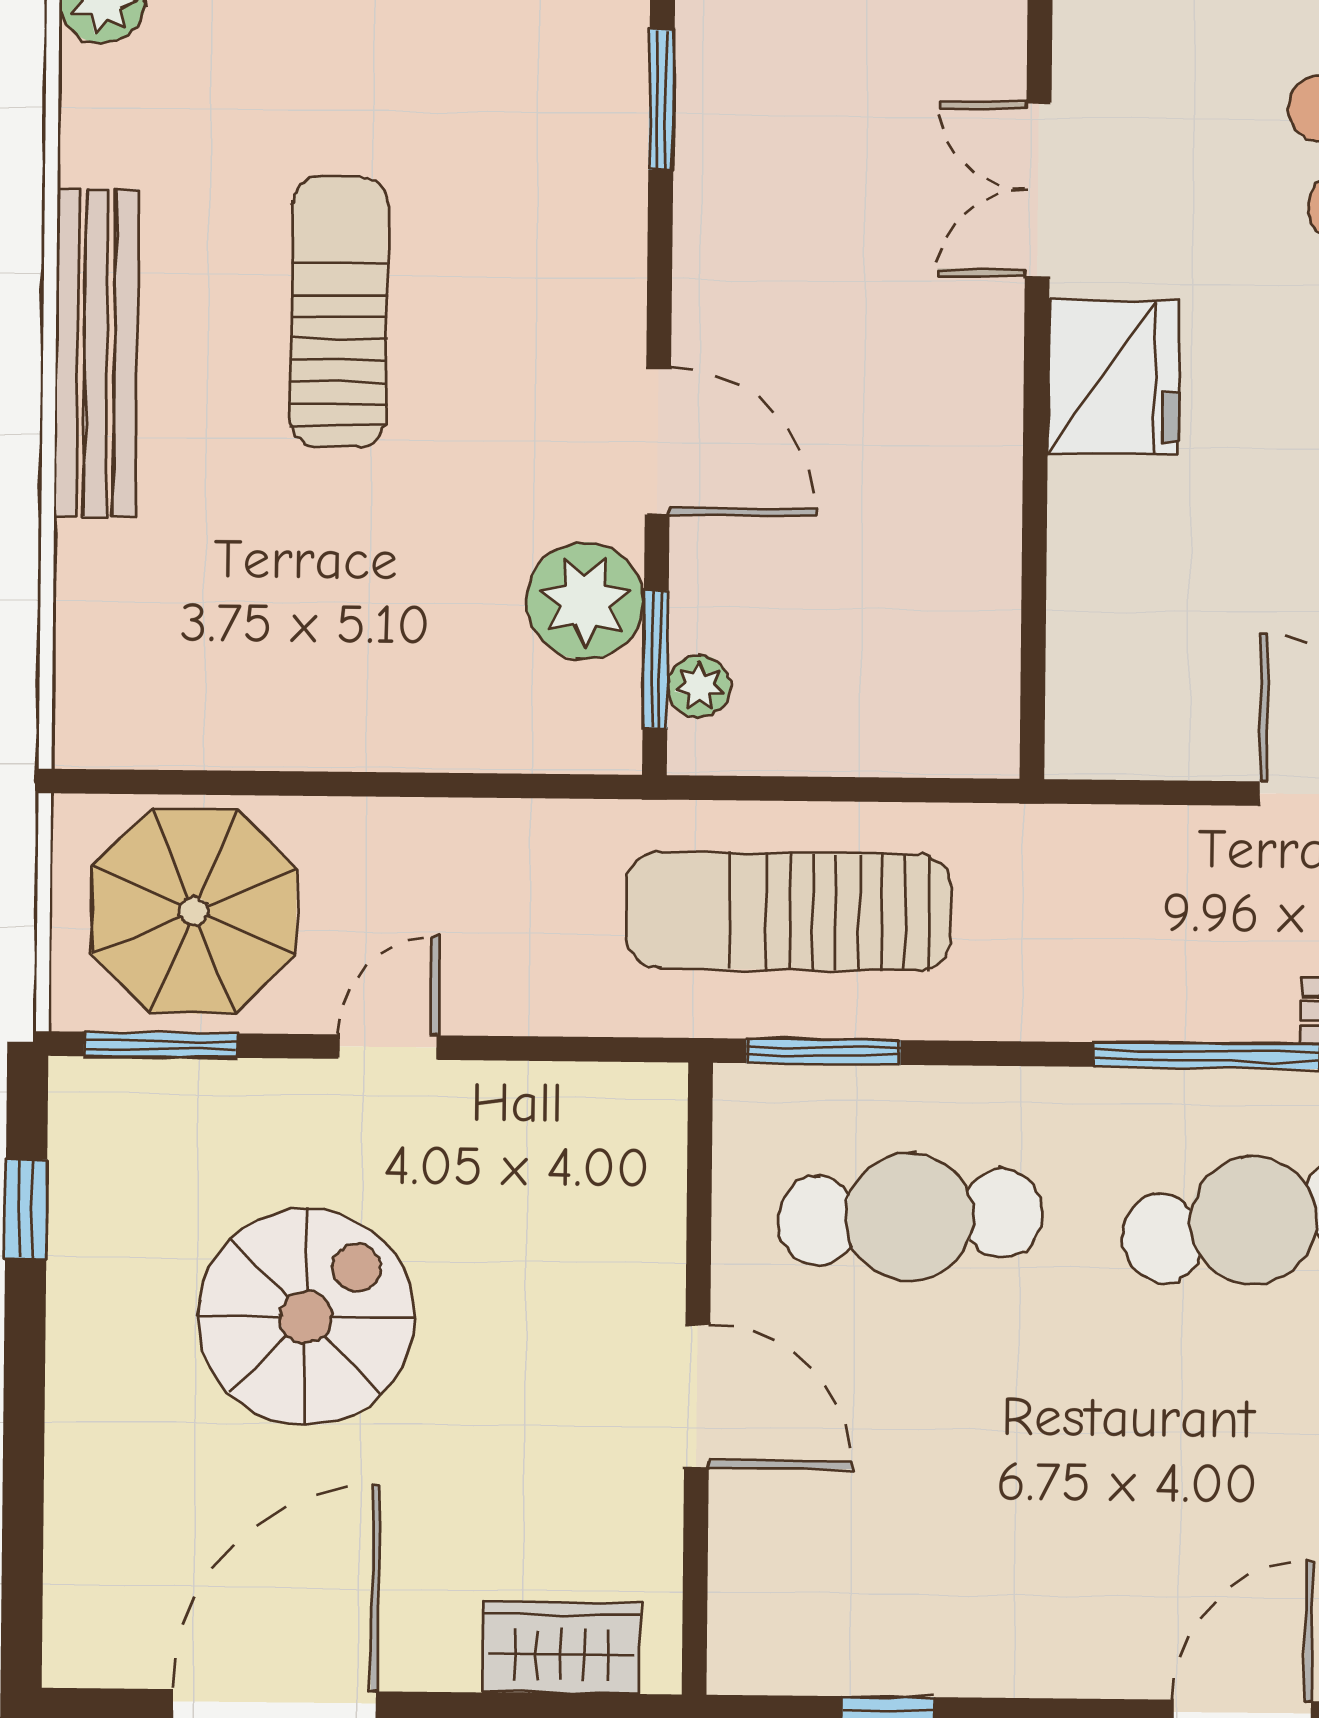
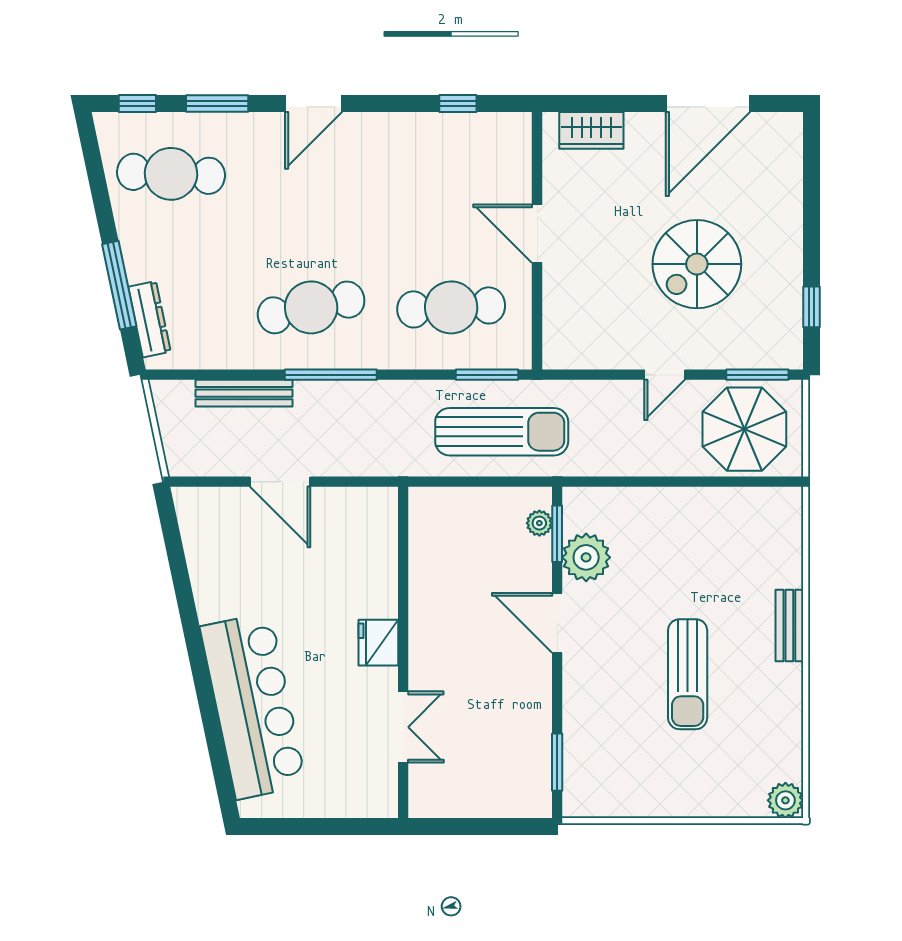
bench: (96, 353) -> (789, 625), width x0.54, depth x0.82
fridge: (1113, 377) -> (378, 643), width x0.73, depth x0.75

